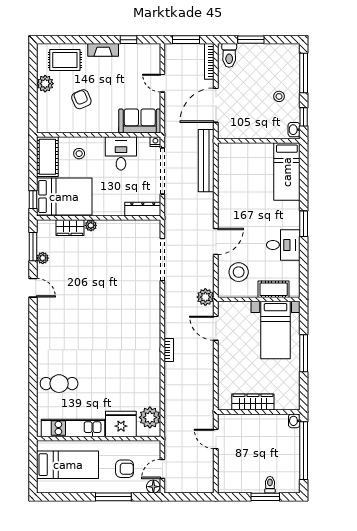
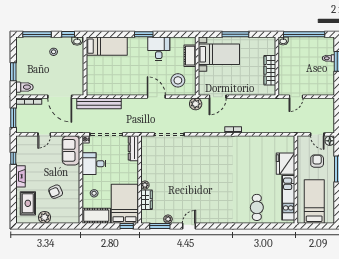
plant: (150, 417) -> (281, 143), removed

